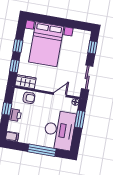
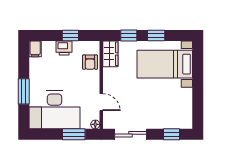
bed with nightstands: (46, 44) -> (165, 64), width x0.73
window: (42, 150) -> (24, 91), width x0.69

